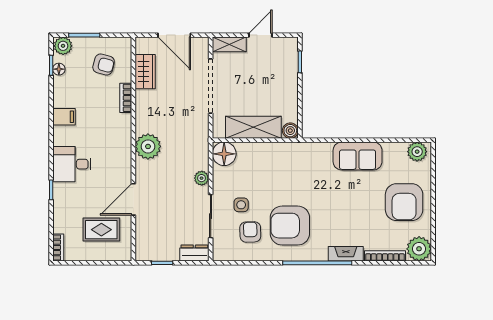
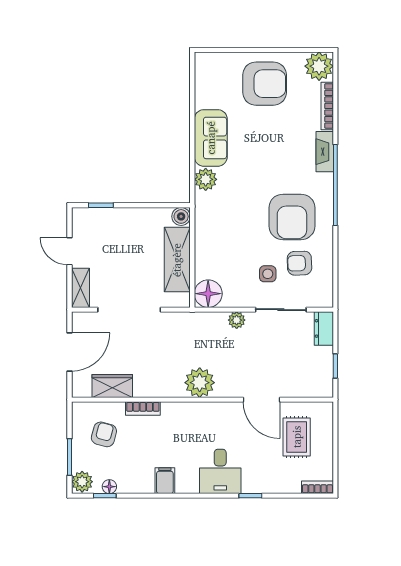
plant: (417, 152) -> (206, 179), moved

